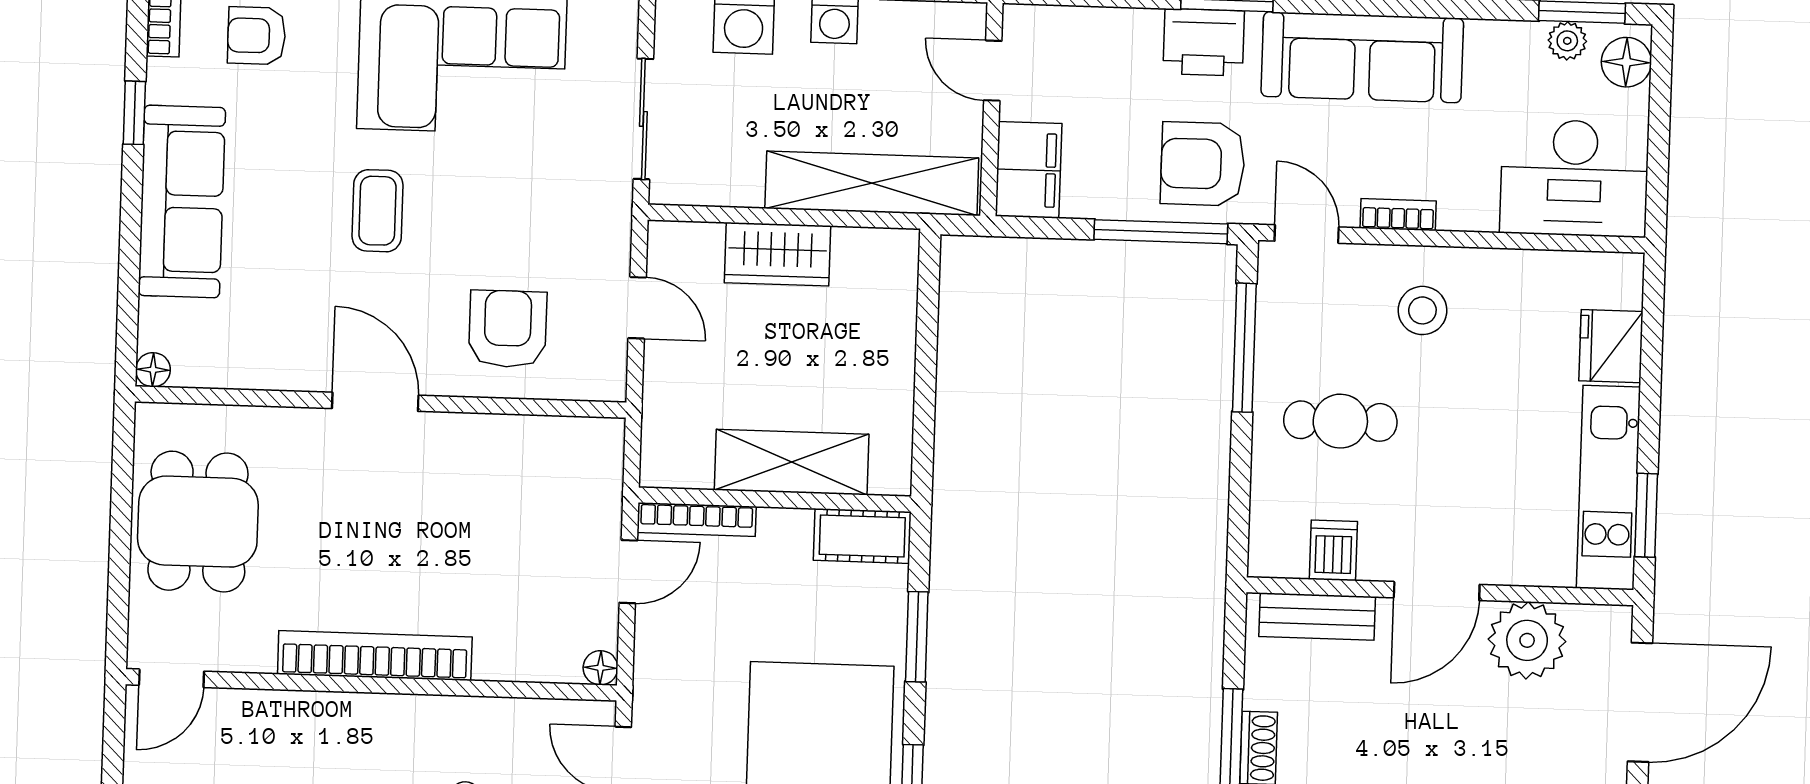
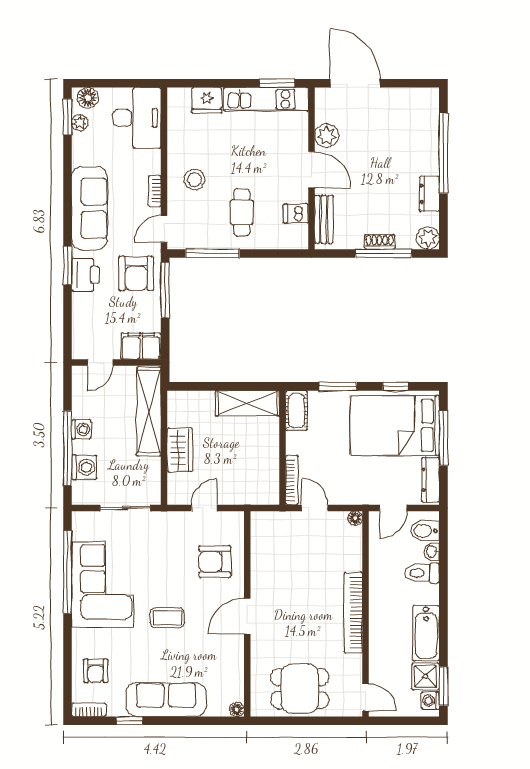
shelving: (792, 462) -> (247, 403), moved, turned 90
plant: (1527, 640) -> (327, 136), width x0.73, depth x0.73

